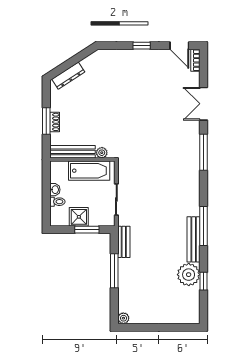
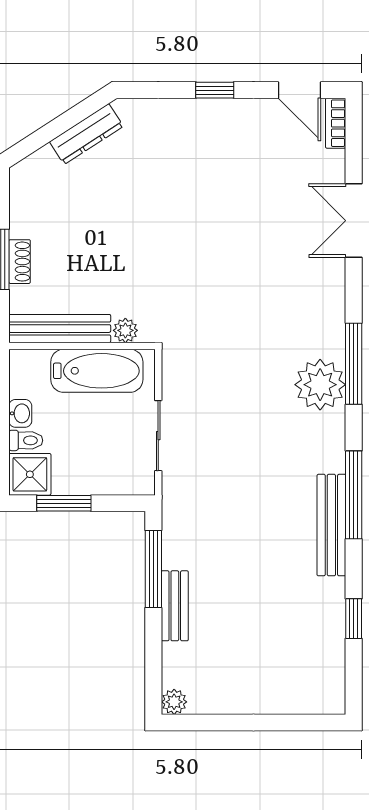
dresser: (68, 76) -> (86, 134), moved
window: (203, 152) -> (354, 364), moved
shower: (79, 217) -> (30, 474), moved
window: (87, 230) -> (64, 503), moved
bench: (124, 242) -> (175, 606), moved
window: (114, 271) -> (153, 569), moved
plant: (189, 275) -> (320, 385), moved

